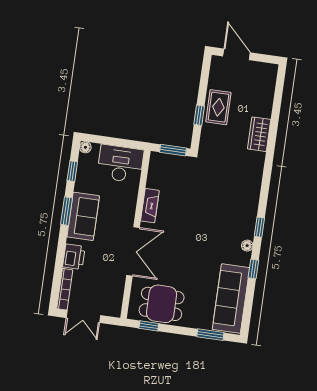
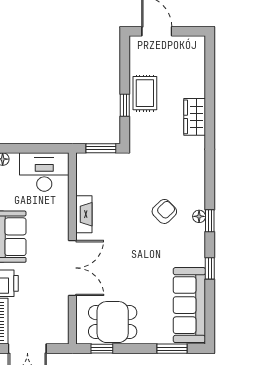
armchair: (221, 213) -> (164, 211), added
floor lamp: (247, 246) -> (199, 216), moved

